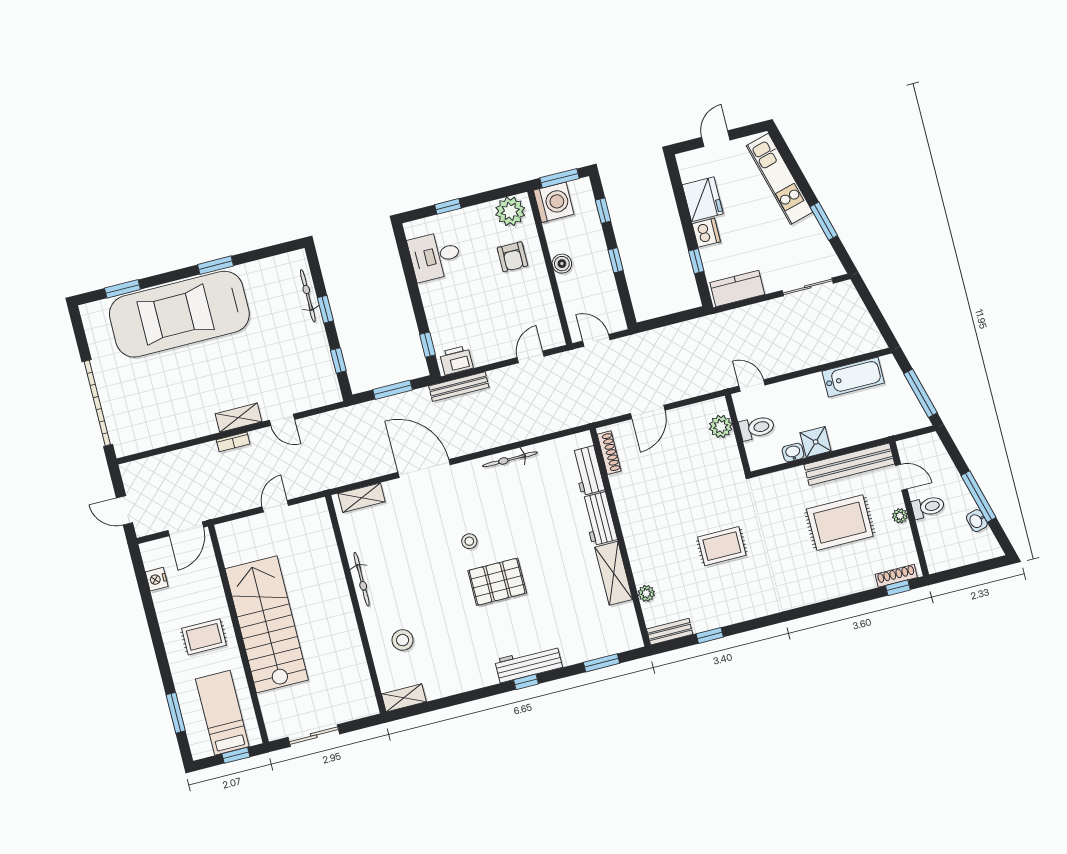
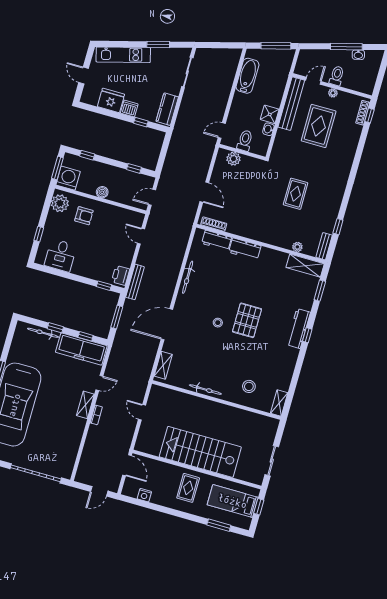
window: (616, 260) -> (134, 168), moved
freezer: (316, 365) -> (81, 349), added
shelving: (614, 573) -> (305, 266), moved

